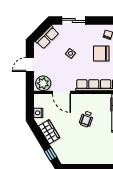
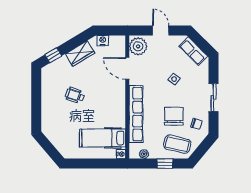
sliding door: (74, 20) -> (213, 98), moved
door: (62, 92) -> (127, 68), hinge flipped
wheelchair: (86, 119) -> (75, 95), moved

